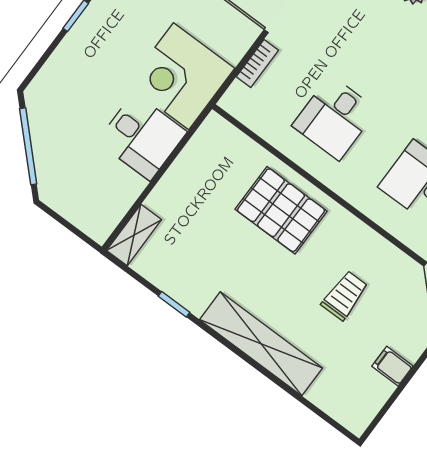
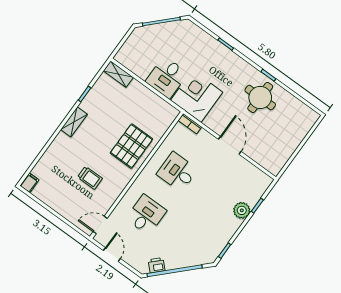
bookcase: (257, 64) -> (190, 124), moved
shelving: (261, 344) -> (74, 122), width x0.45, depth x0.75
filing cabinet: (392, 366) -> (29, 183), moved

